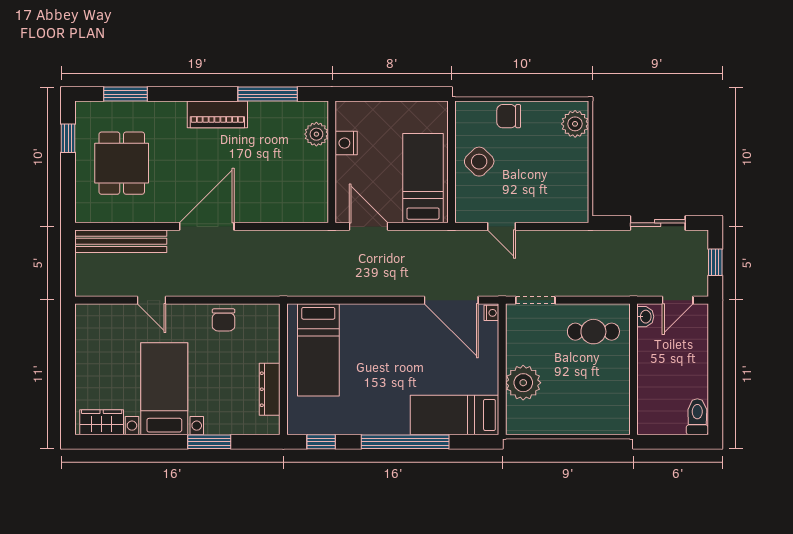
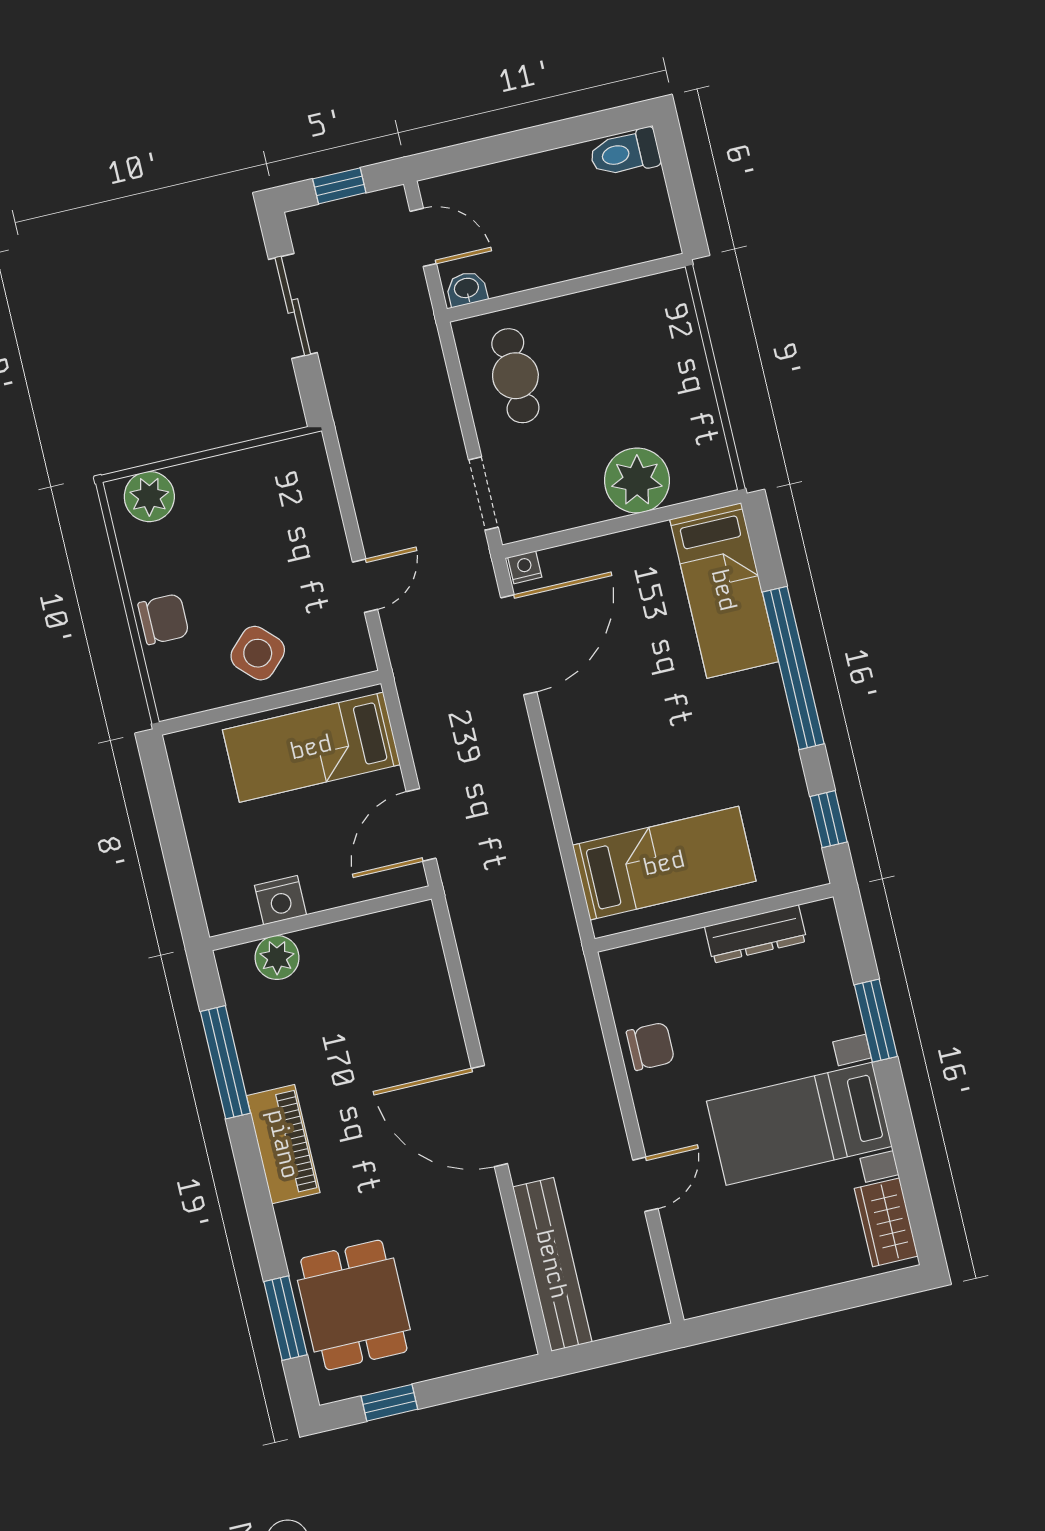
chair: (509, 116) -> (164, 619), turned -90
dining table: (122, 163) -> (354, 1305), moved, turned 90

